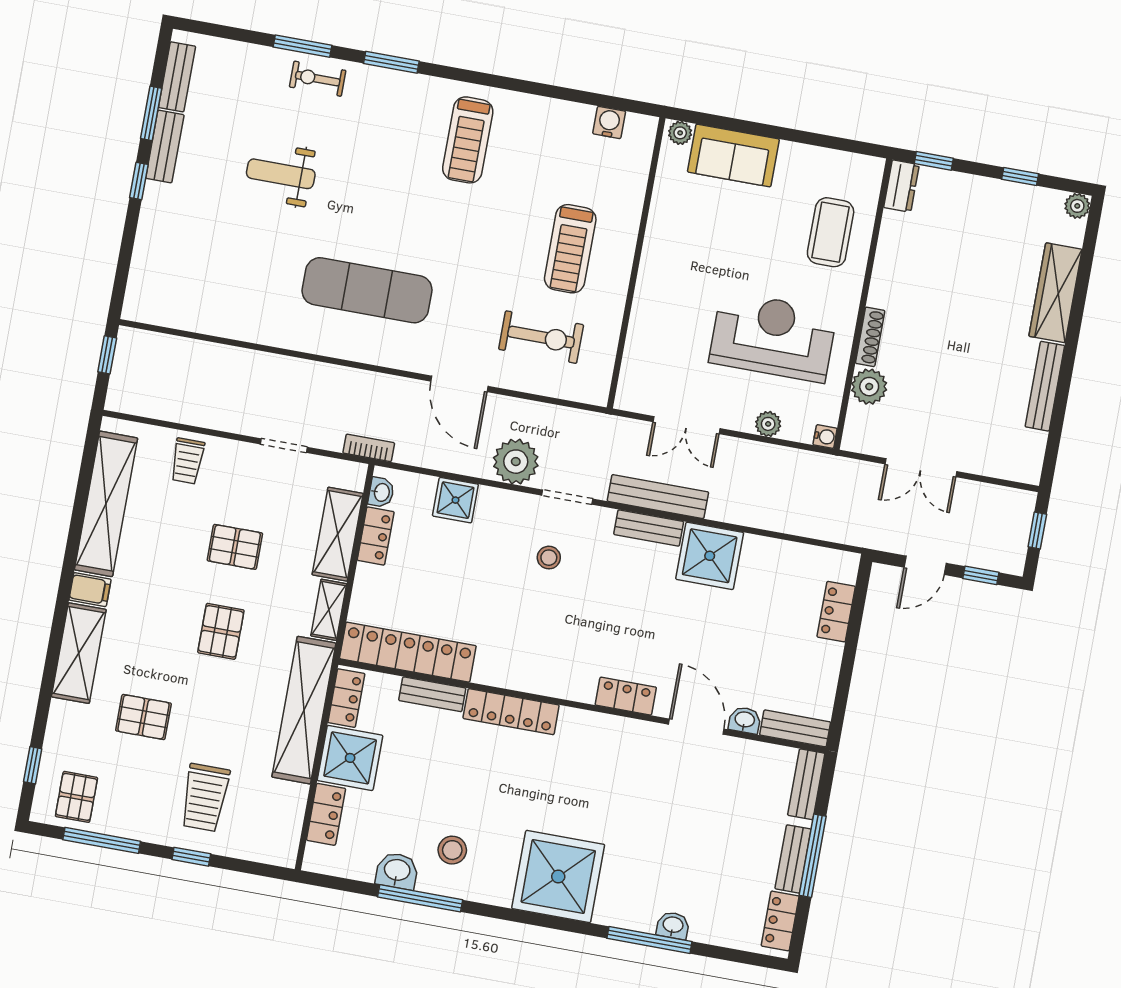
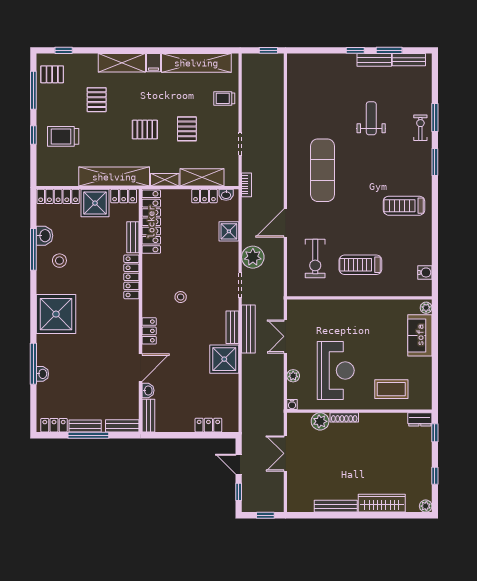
stool: (549, 558) -> (181, 297), moved
locker: (326, 814) -> (58, 196), width x1.53

